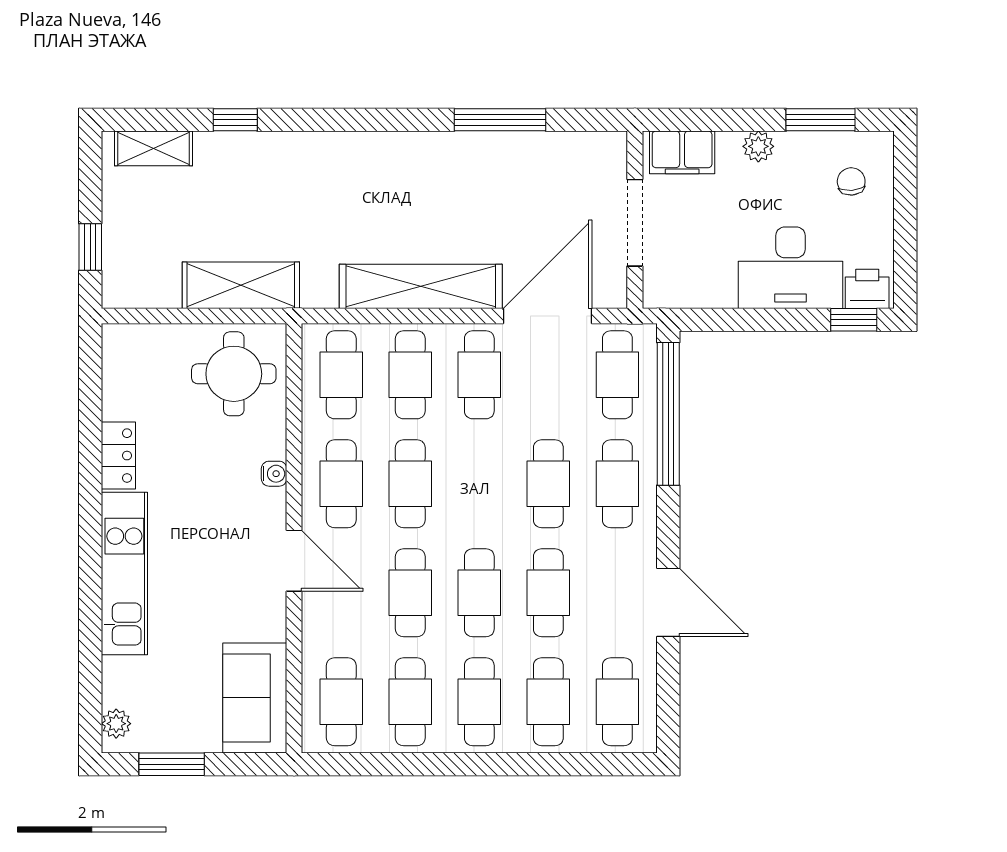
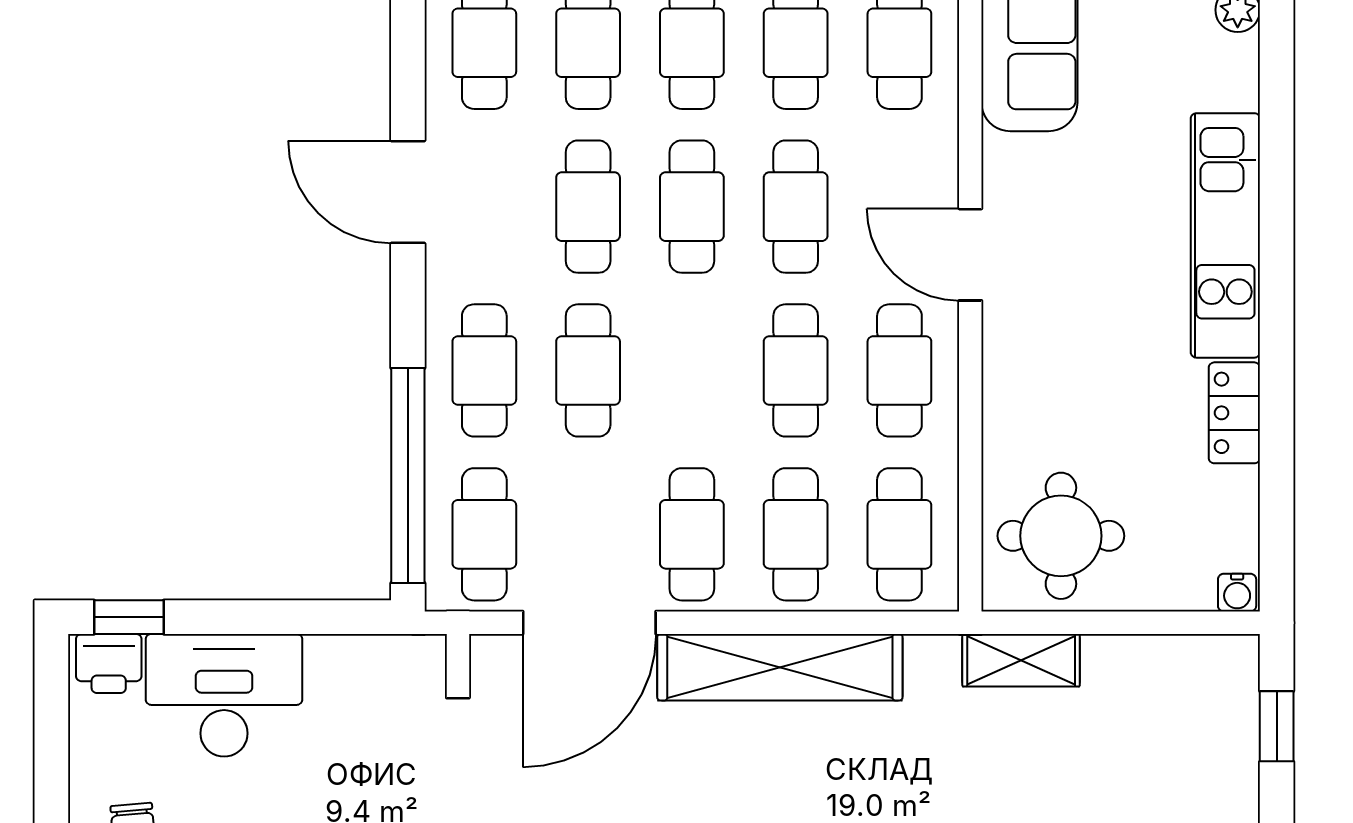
shelving: (241, 285) -> (1021, 660), width x0.67, depth x0.75
water cooler: (274, 474) -> (1237, 593), moved, turned -90

